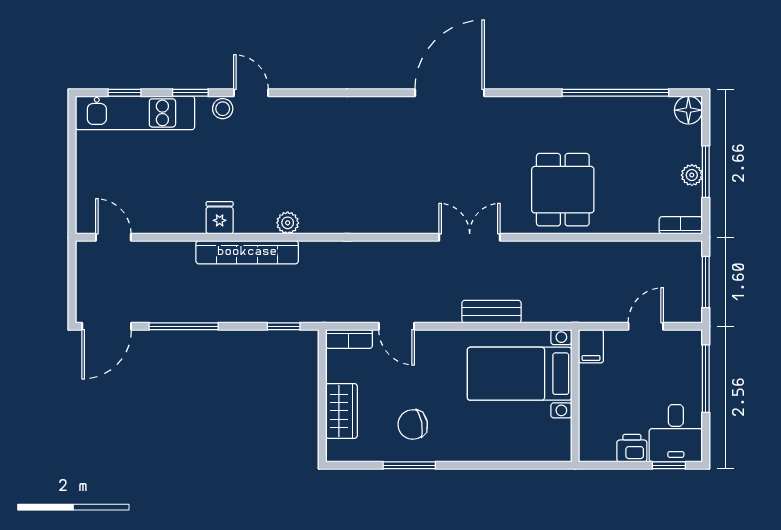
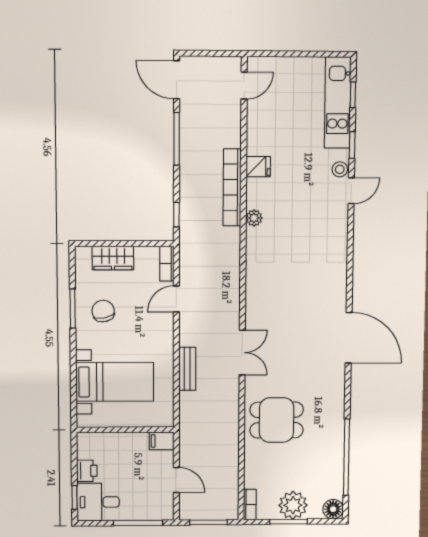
plant: (692, 175) -> (293, 505), width x1.88, depth x1.88
bed with nightstands: (520, 374) -> (115, 382), moved, turned 90

